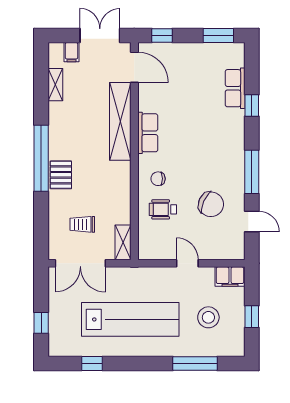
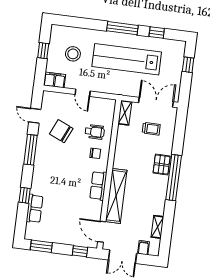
window: (195, 363) -> (122, 28), moved

